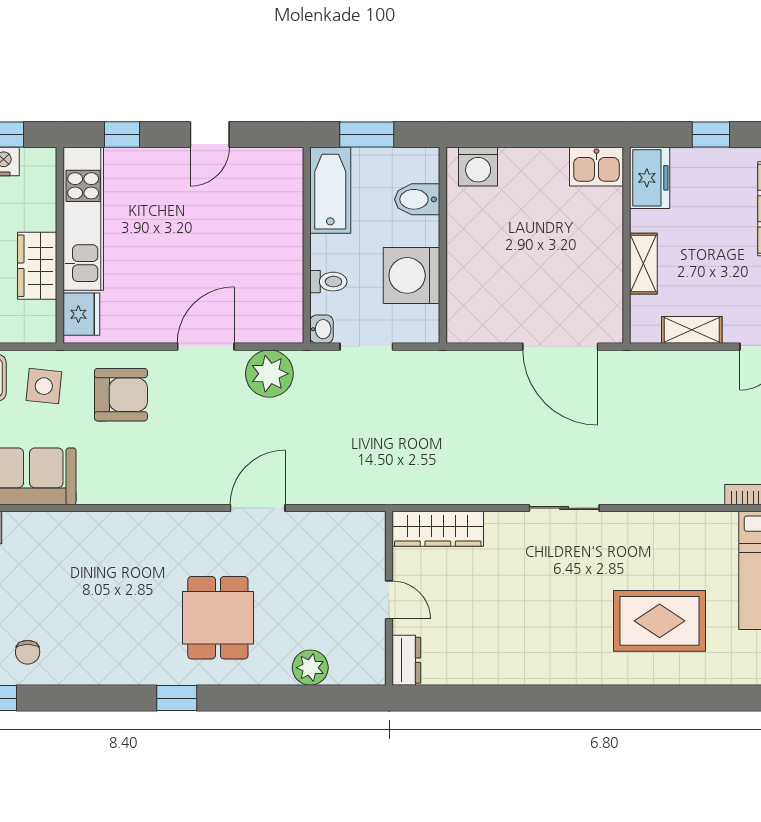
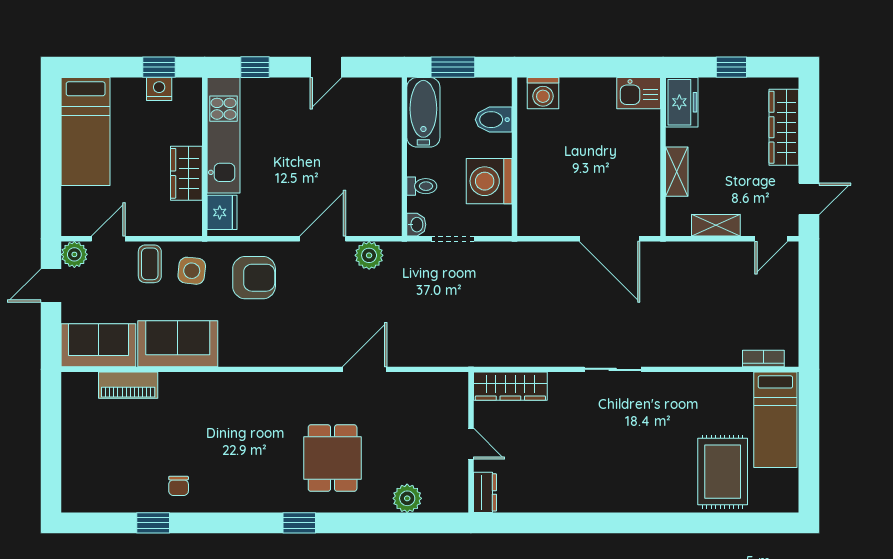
plant: (269, 374) -> (369, 255), width x0.73, depth x0.73
rug: (660, 621) -> (723, 472), moved, turned 90

